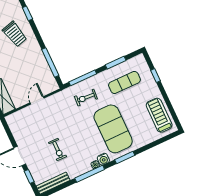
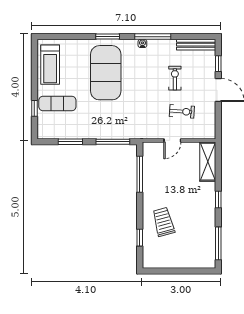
exercise mat: (124, 82) -> (57, 103), moved
exercise bike: (86, 98) -> (182, 111), moved
water cooler: (103, 159) -> (131, 45), removed

